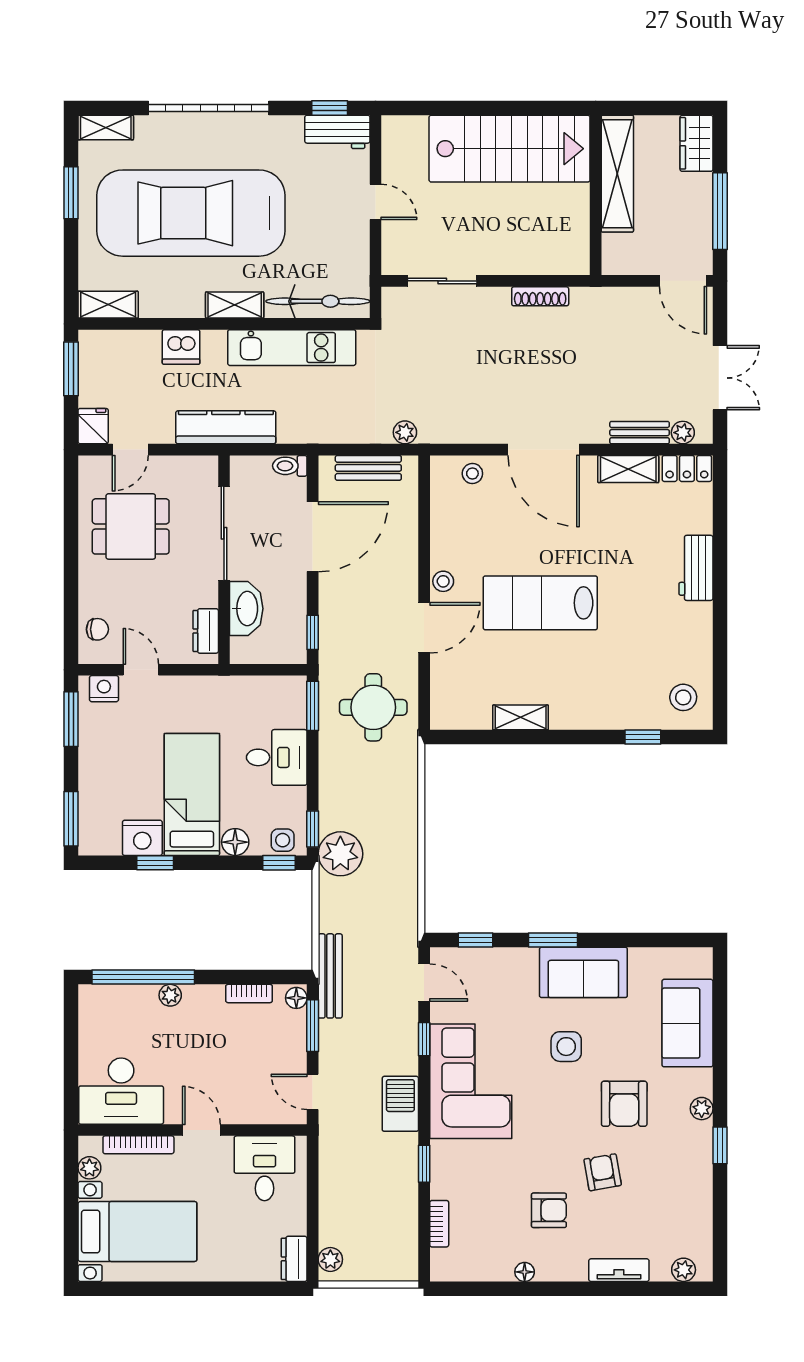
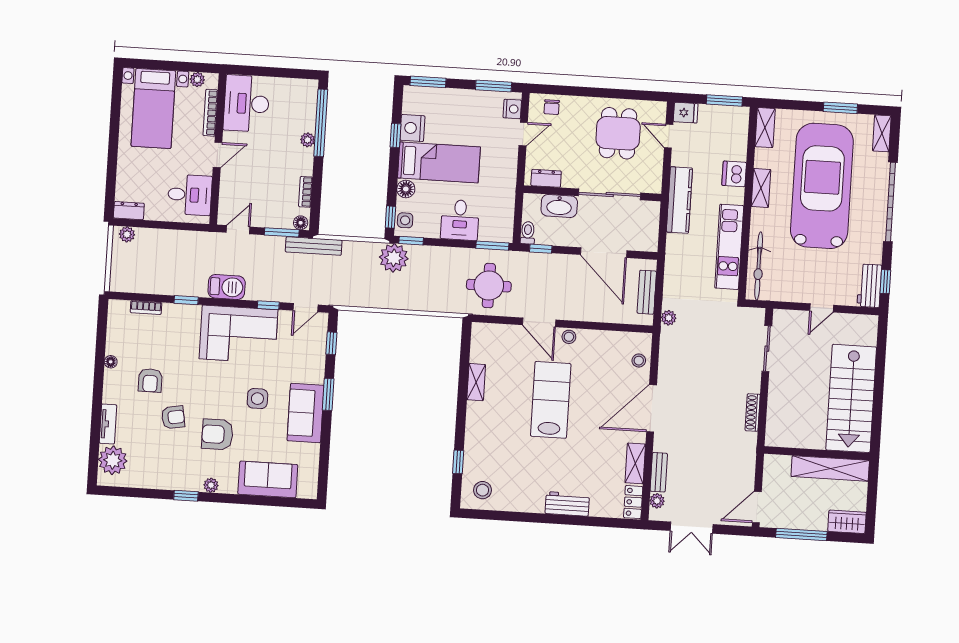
shelving: (235, 305) -> (761, 188), moved
toilet: (290, 466) -> (528, 233), moved
plant: (684, 1270) -> (113, 460), width x1.87, depth x1.87

